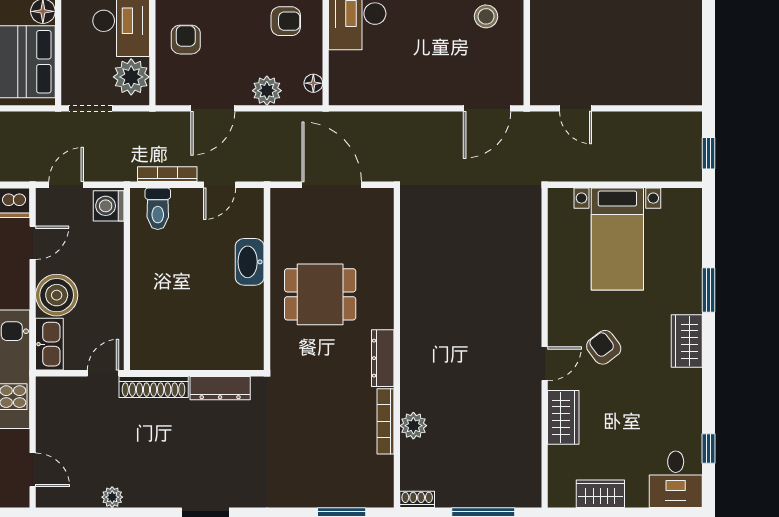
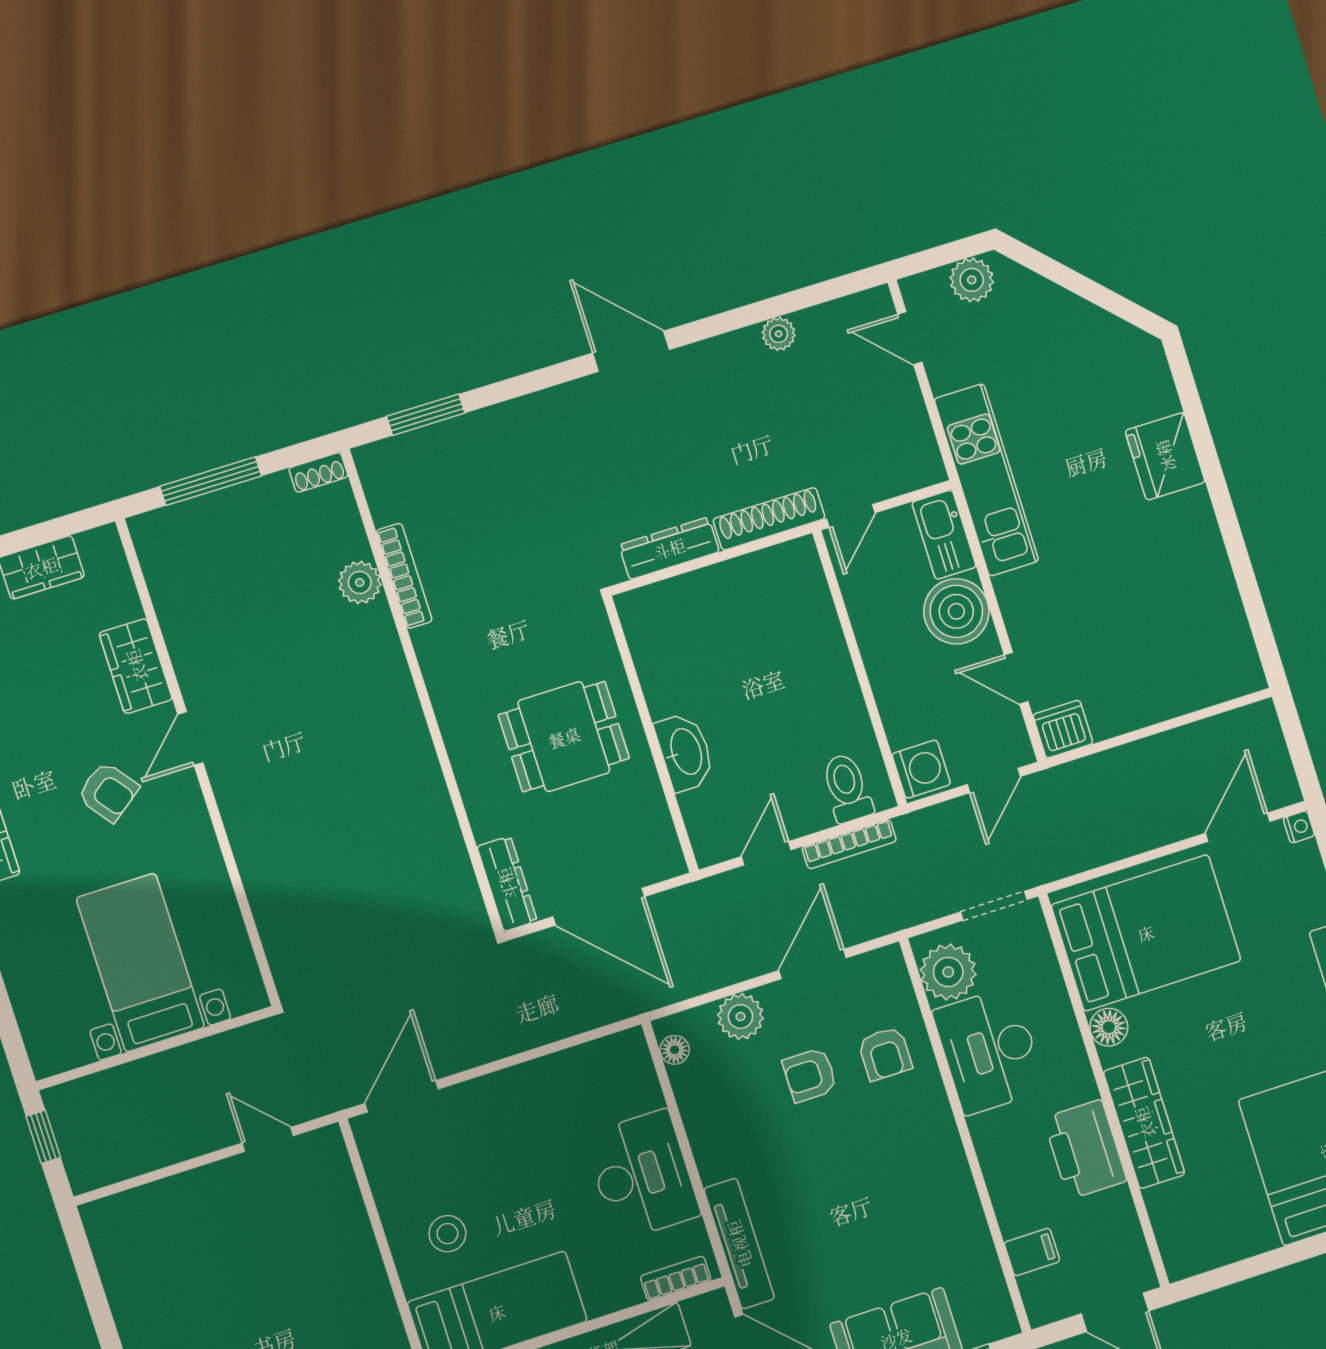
armchair: (286, 21) -> (810, 1075), moved
door: (33, 243) -> (1016, 678), hinge flipped
dresser: (383, 358) -> (507, 884), moved

